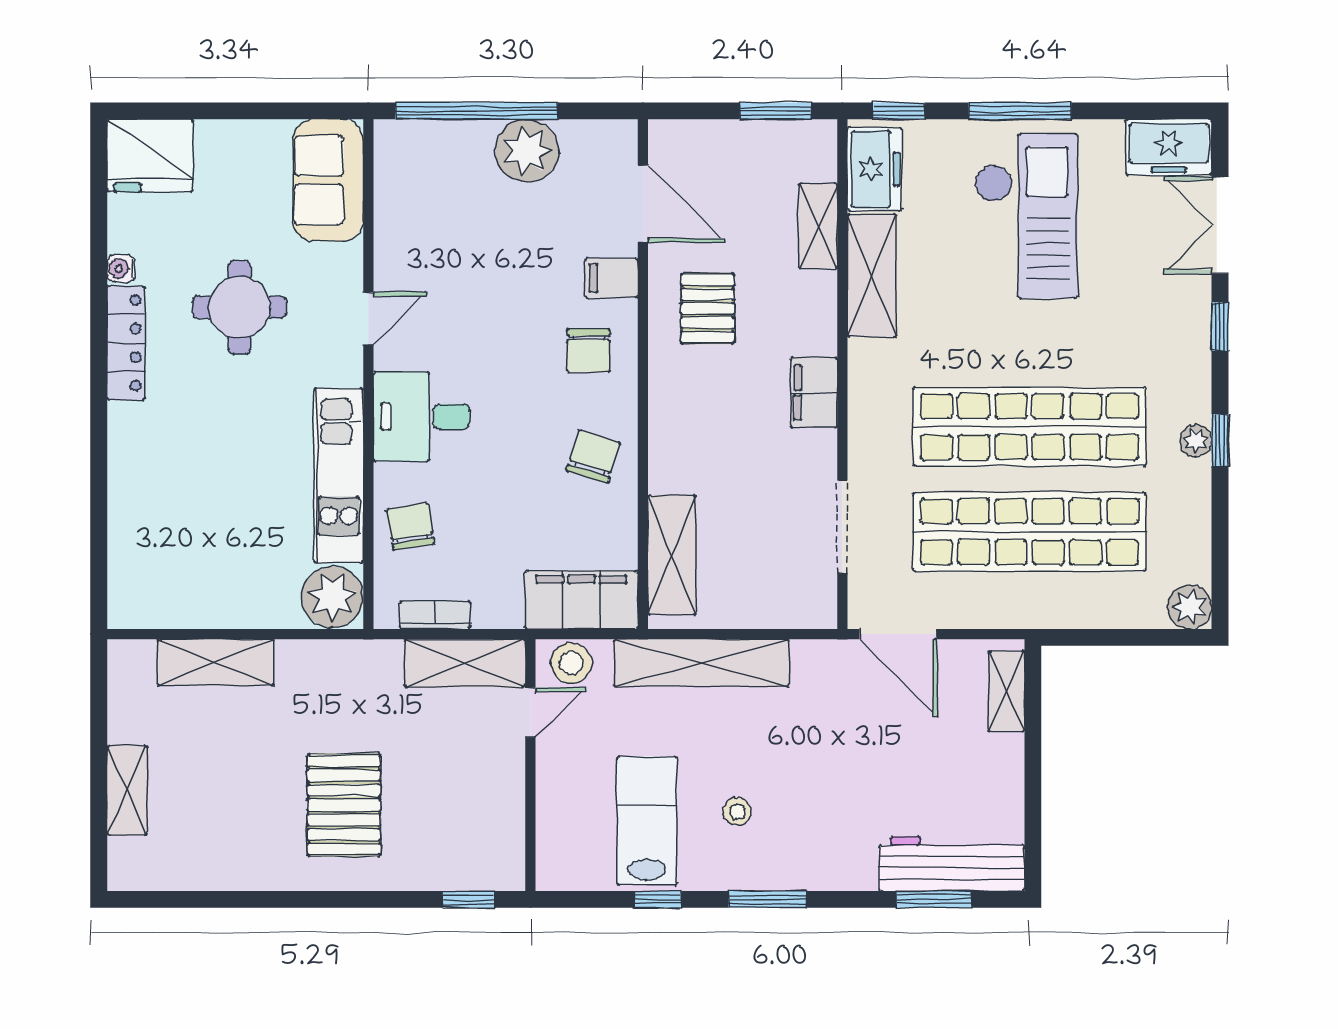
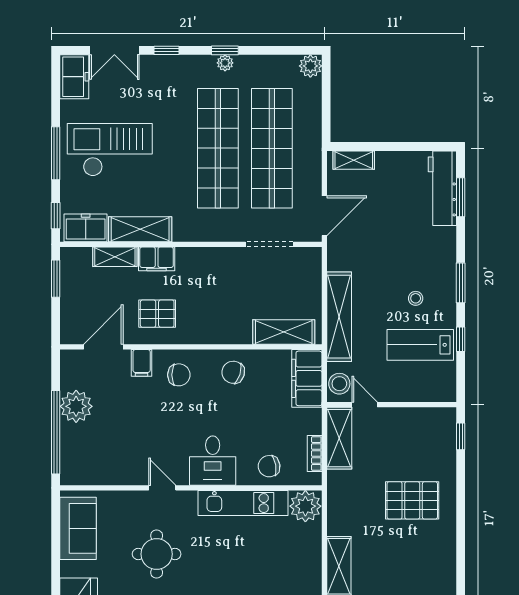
sofa: (328, 180) -> (78, 528), moved, turned -90
filing cabinet: (814, 393) -> (157, 259), moved

